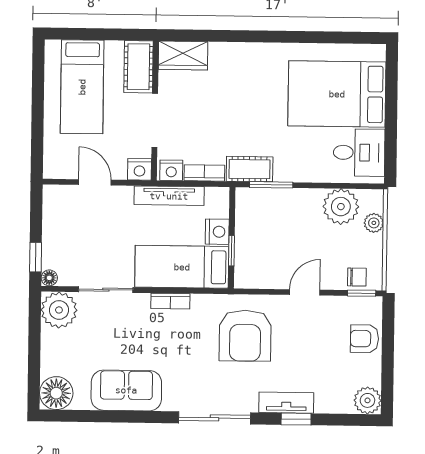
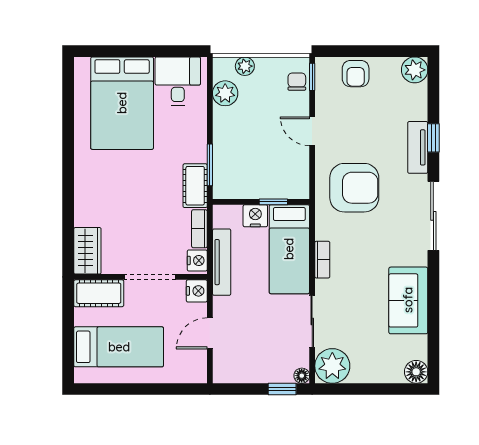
plant: (341, 207) -> (225, 93), width x0.73, depth x0.73
floor lamp: (56, 393) -> (416, 372), width x0.73, depth x0.73

